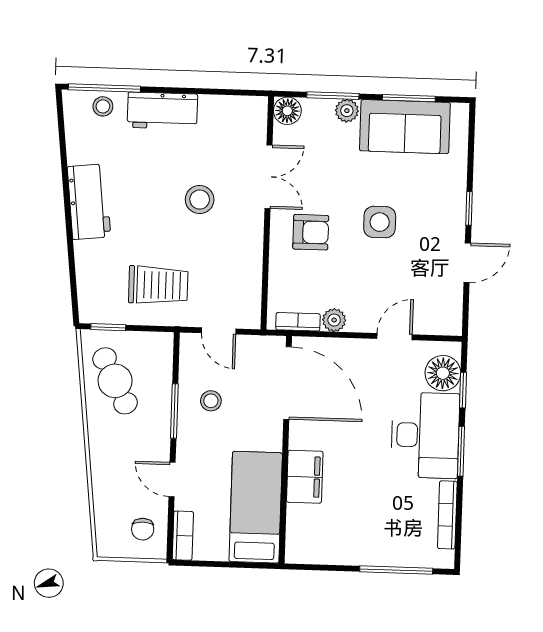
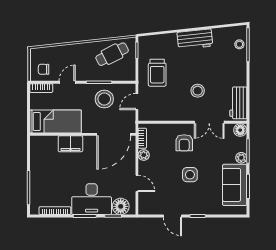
workbench: (162, 111) -> (238, 103), moved
stool: (211, 401) -> (104, 99), width x1.89, depth x1.89

